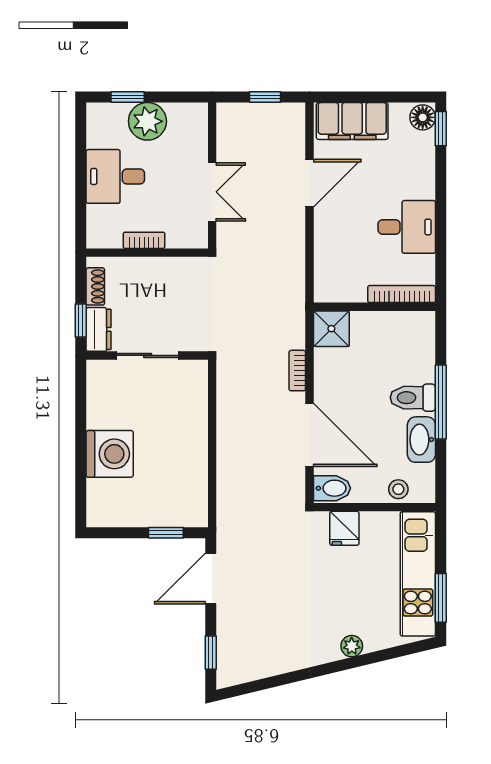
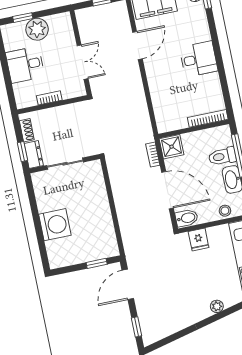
bookcase: (402, 294) -> (208, 118), moved
wall: (374, 307) -> (194, 129), moved
shower: (331, 329) -> (172, 147), moved

